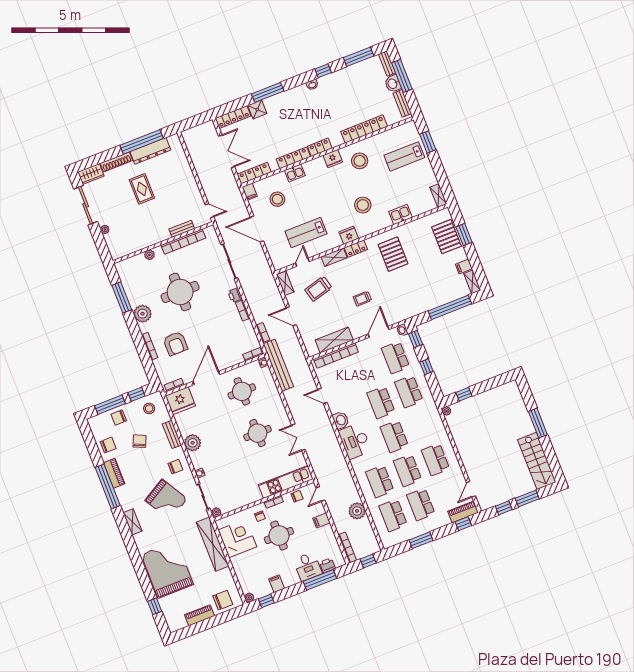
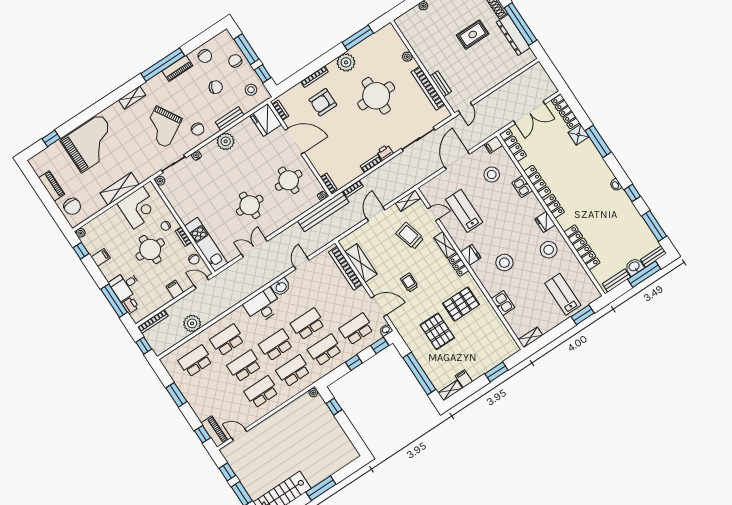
pallet: (446, 237) -> (437, 331), moved, turned 90
school desk: (421, 504) -> (293, 371), moved
shelving: (213, 544) -> (120, 189), width x0.68

